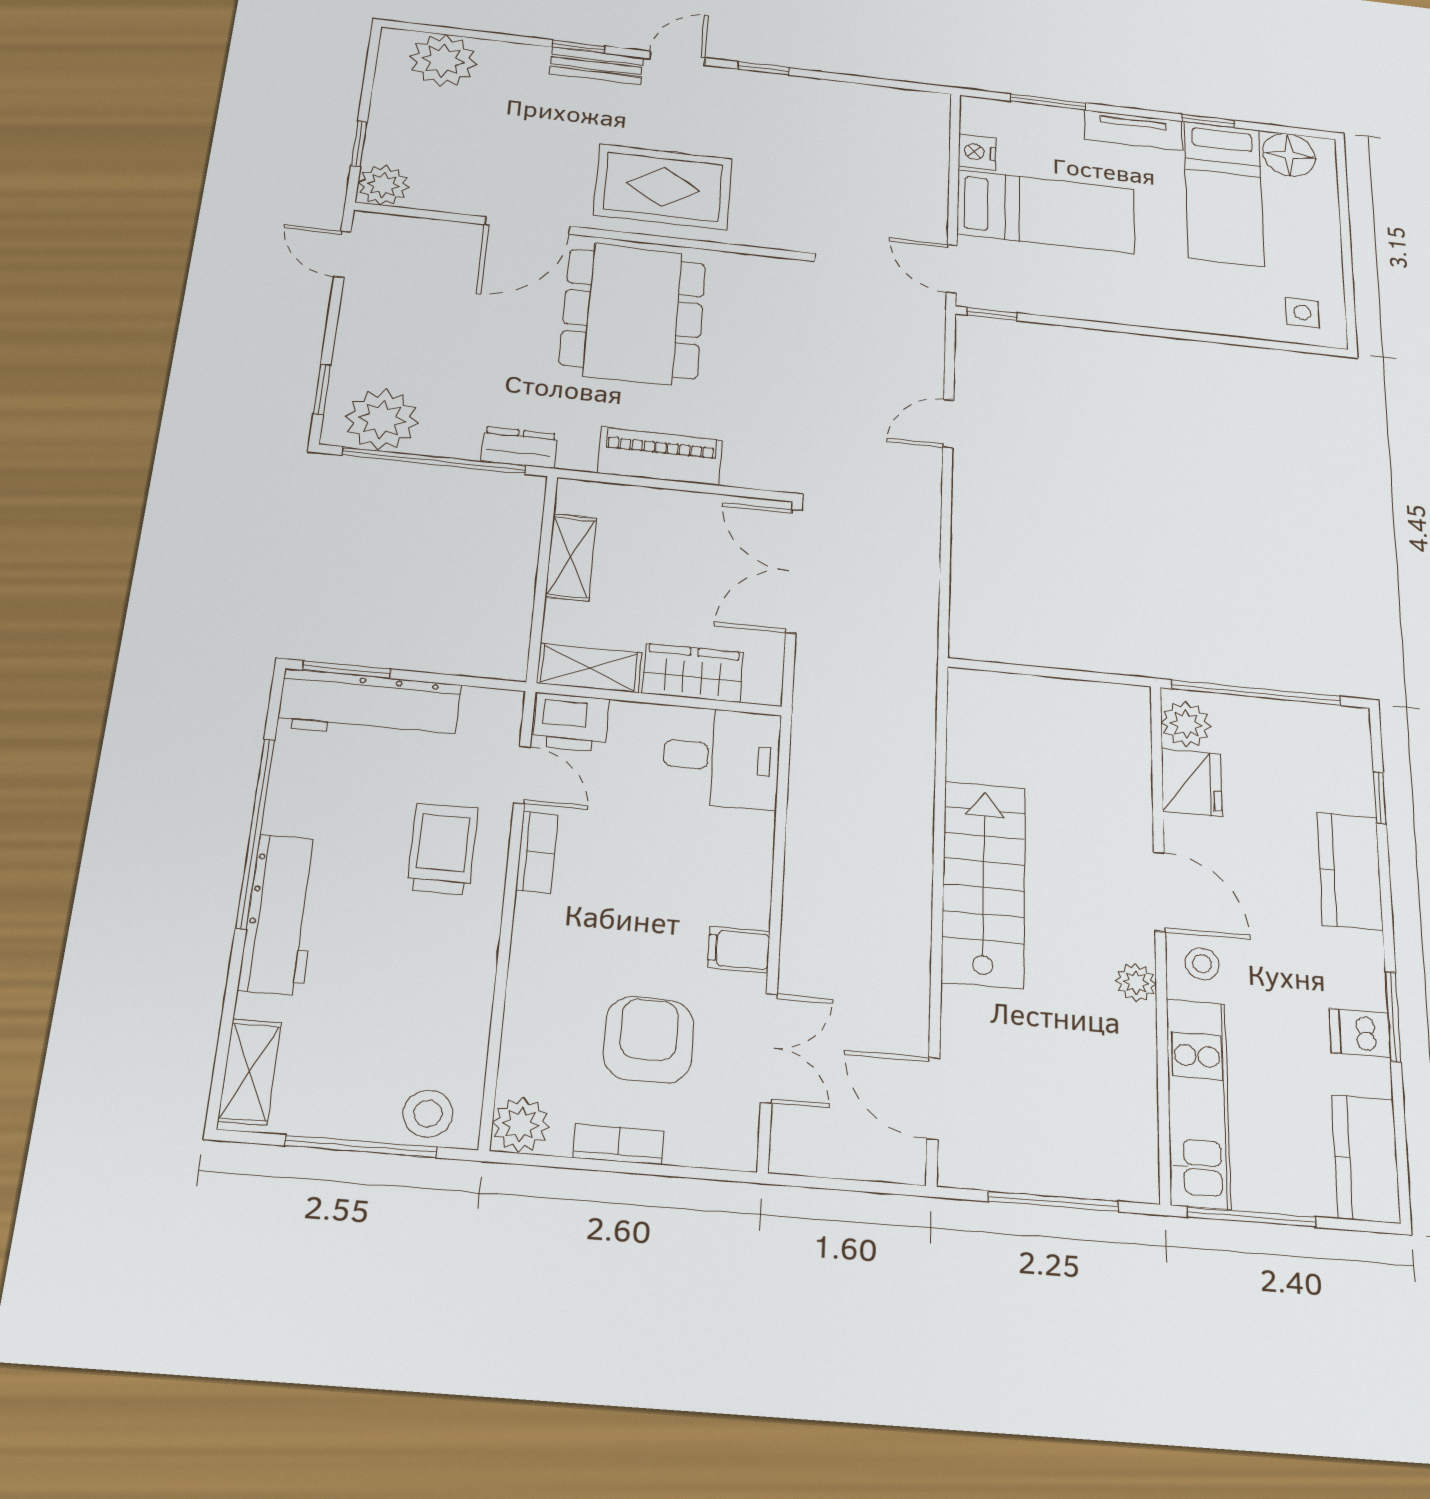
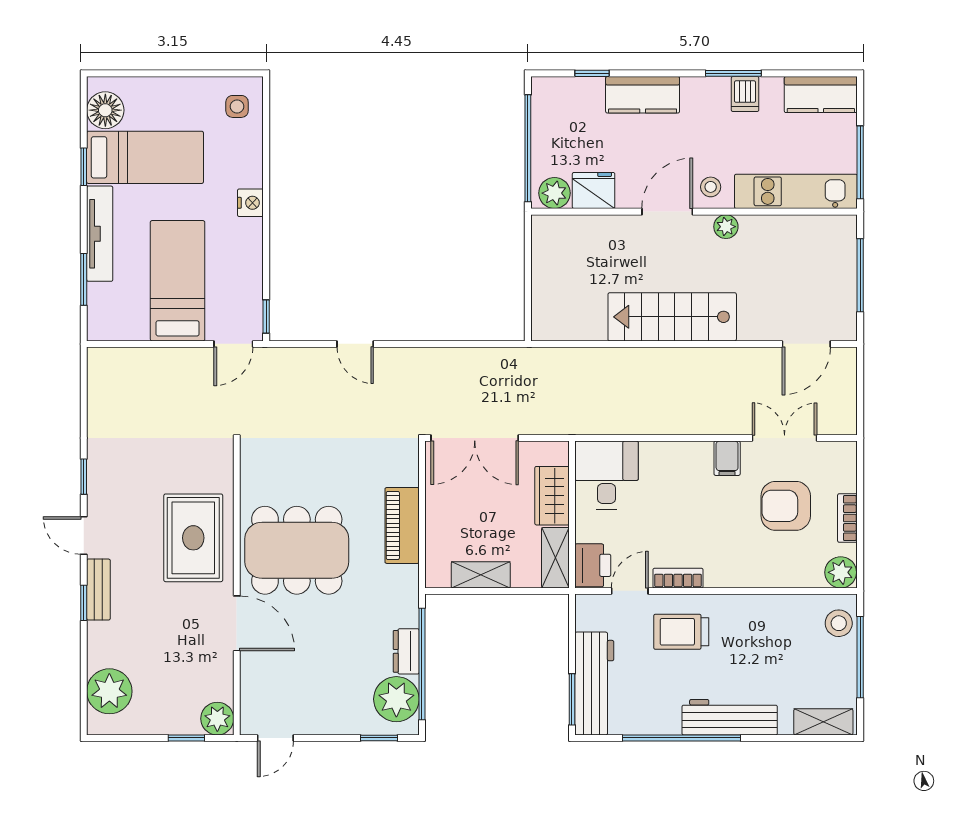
tv unit: (1133, 130) -> (100, 234), width x1.41
nightstand: (977, 152) -> (250, 203), moved, turned -90
dresser: (519, 447) -> (406, 651), moved

